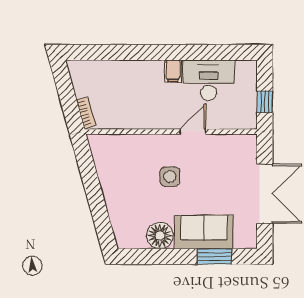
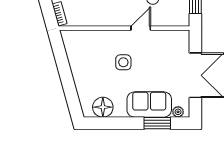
floor lamp: (160, 236) -> (103, 107), moved
plant: (242, 242) -> (178, 112), added

